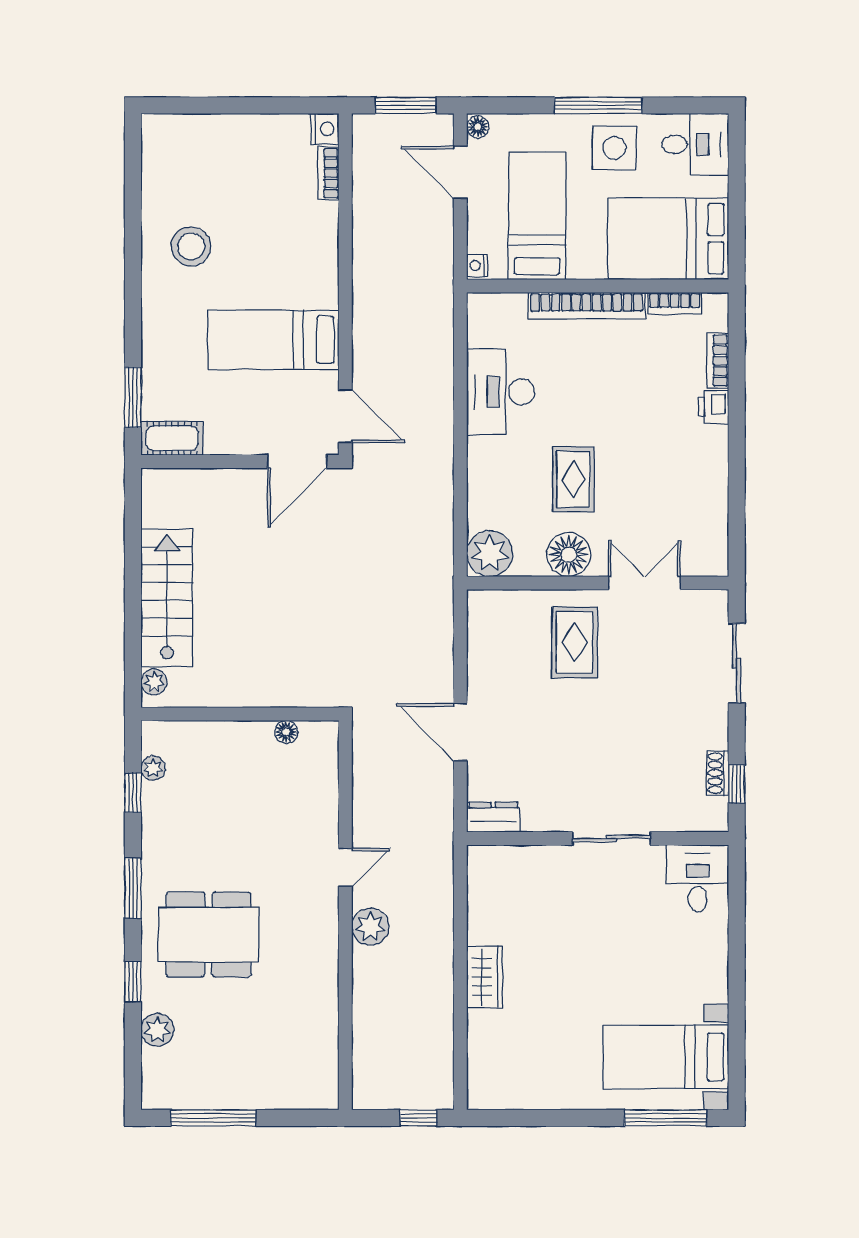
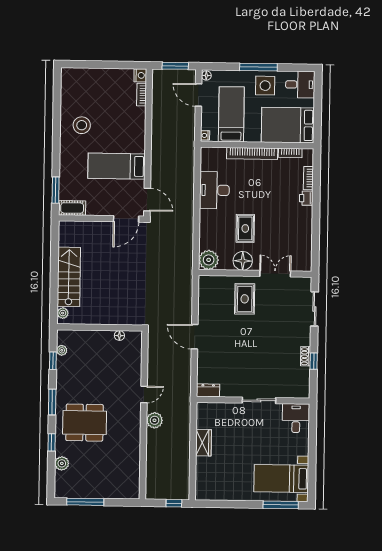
dresser: (493, 817) -> (208, 390), moved
wall: (598, 838) -> (253, 400), moved
sliding door: (611, 838) -> (259, 400), moved
desk: (698, 878) -> (296, 418), moved

